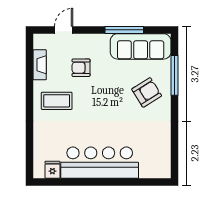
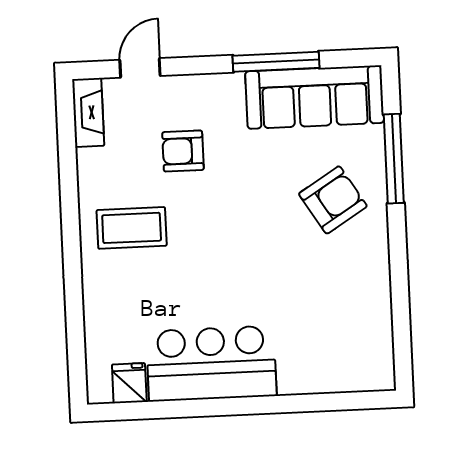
fireplace: (40, 65) -> (88, 112), moved
bar counter: (100, 163) -> (211, 364), width x0.73

